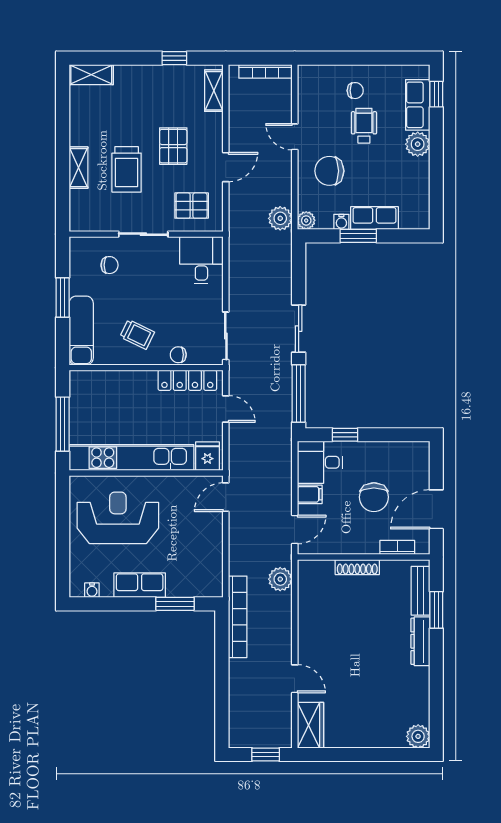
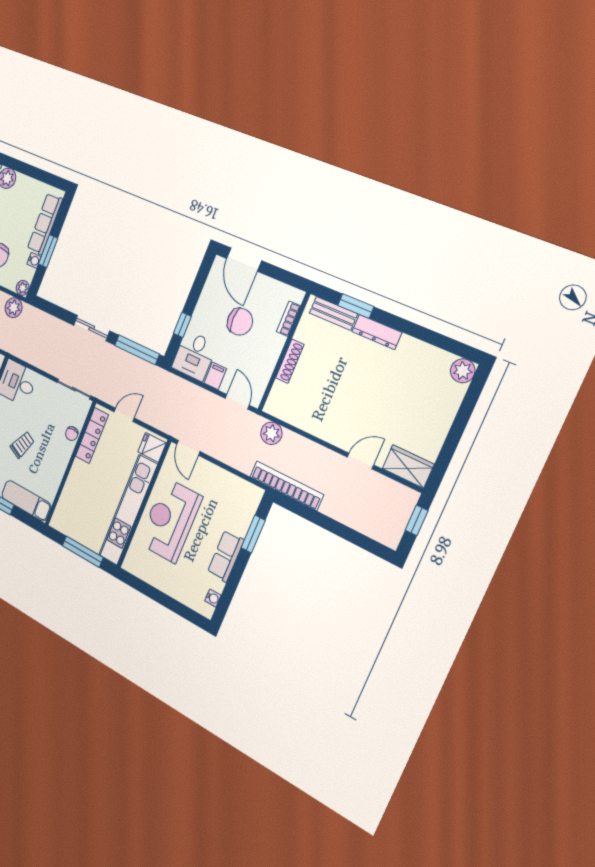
row of seats: (374, 218) -> (45, 224), width x1.48
trolley: (137, 334) -> (22, 445), moved
door: (436, 509) -> (244, 260), moved
reception desk: (118, 518) -> (170, 520), moved

